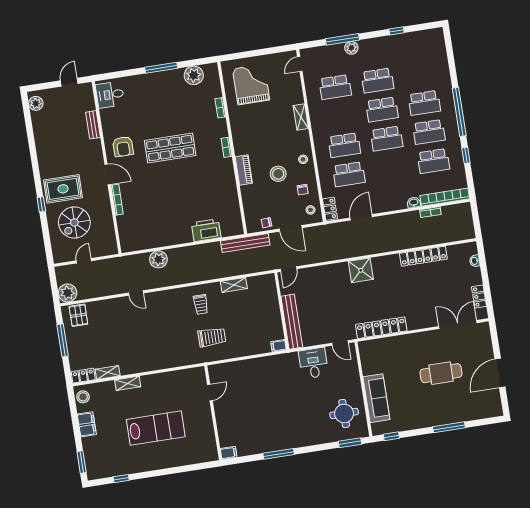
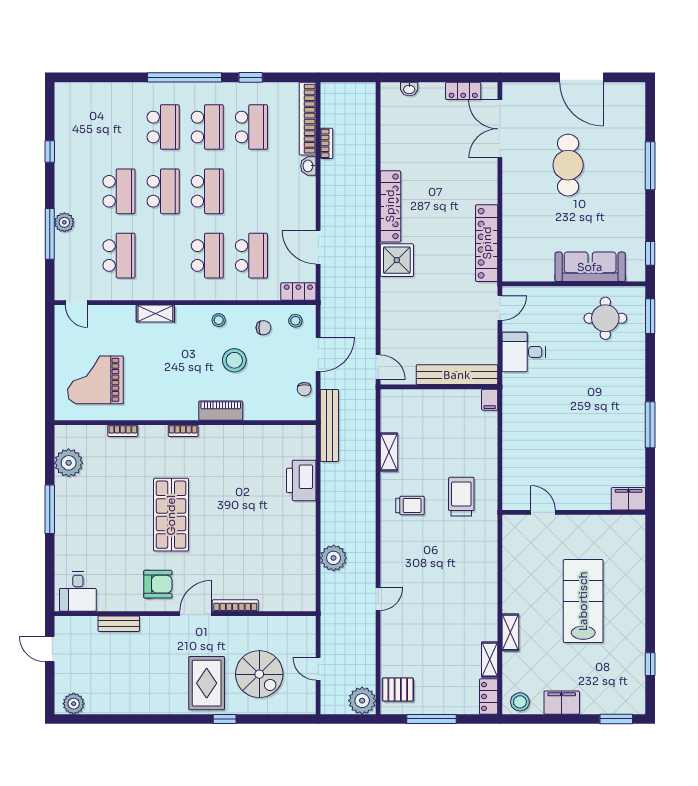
locker: (423, 256) -> (390, 206), moved
filing cabinet: (229, 453) -> (628, 499), width x2.00

